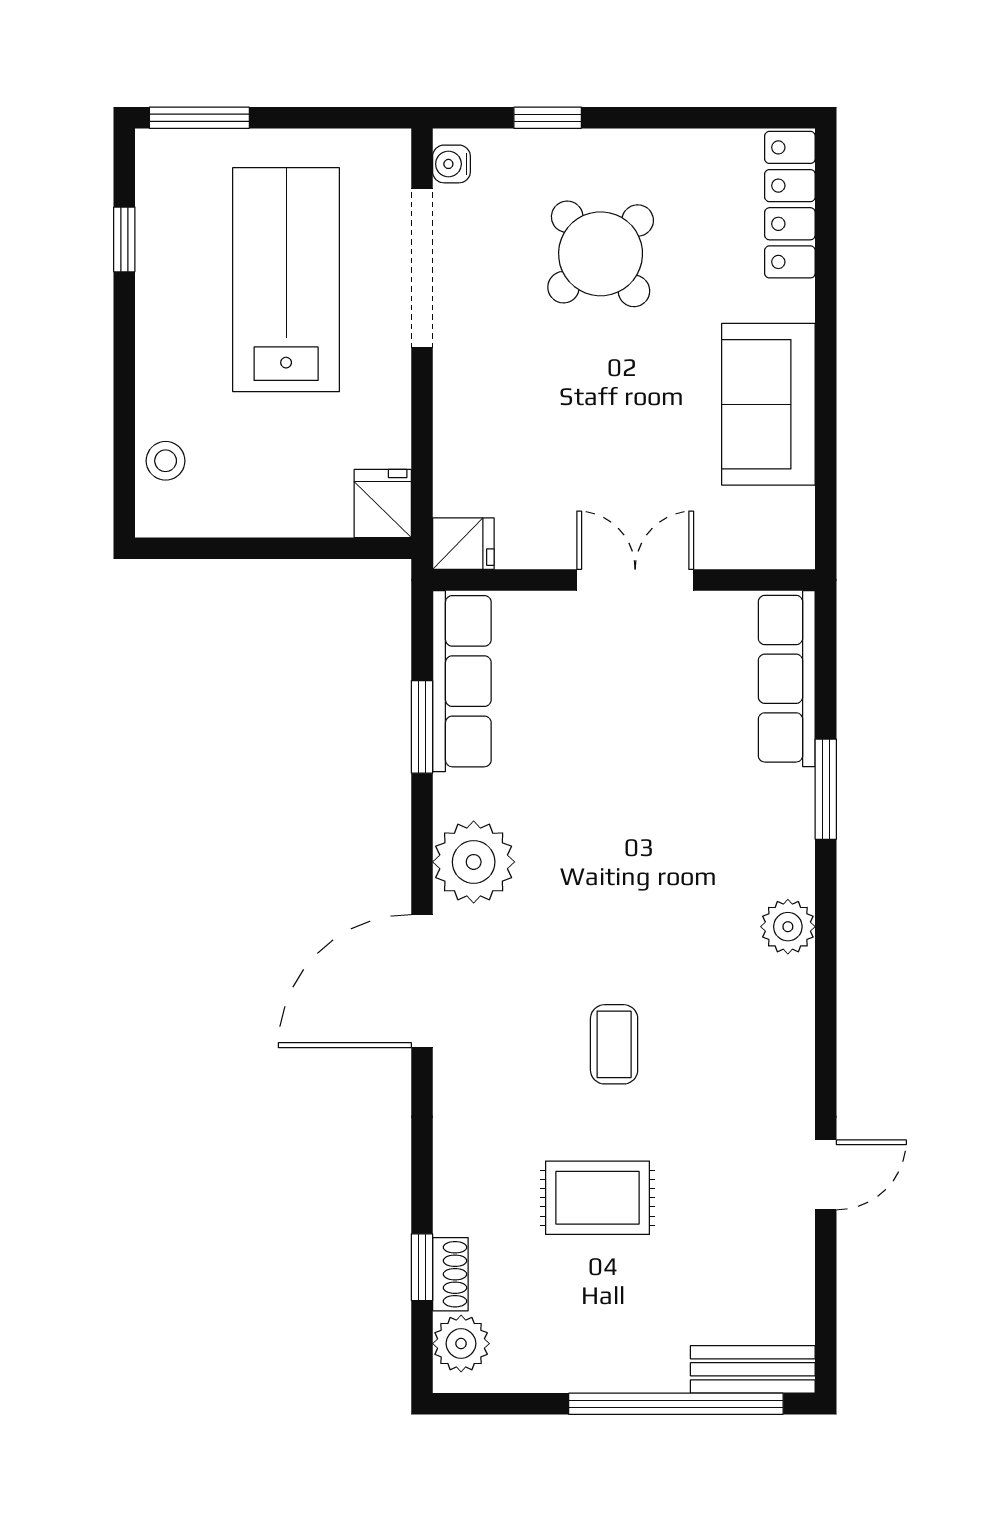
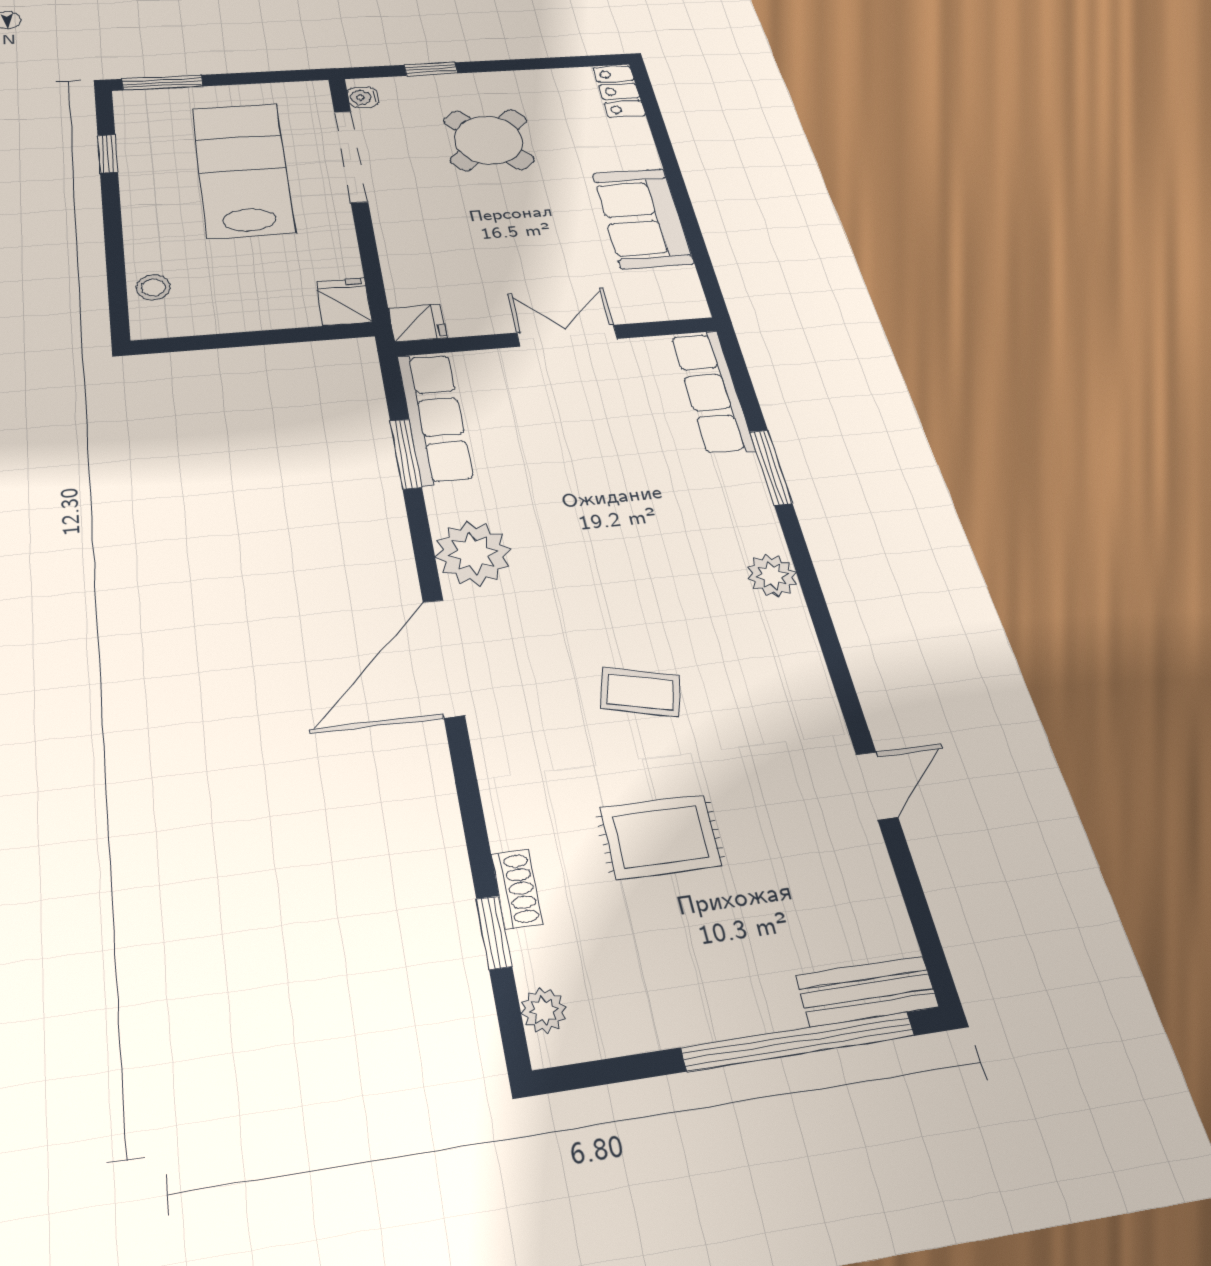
locker: (790, 205) -> (619, 91), width x0.66
coffee table: (614, 1044) -> (640, 692), turned -76
shoe rack: (450, 1274) -> (517, 889), moved
plant: (461, 1344) -> (544, 1011), width x0.73, depth x0.73

